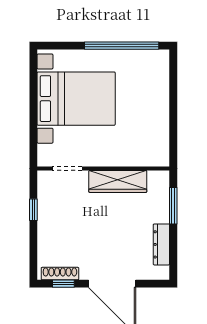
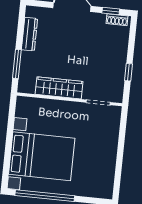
bed with nightstands: (76, 99) -> (42, 156), moved, turned 180
shoe rack: (60, 274) -> (117, 20), width x0.70

